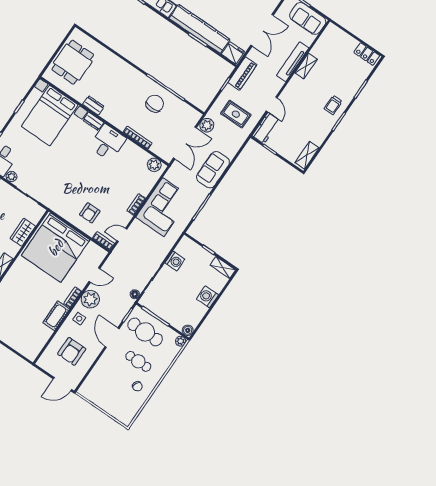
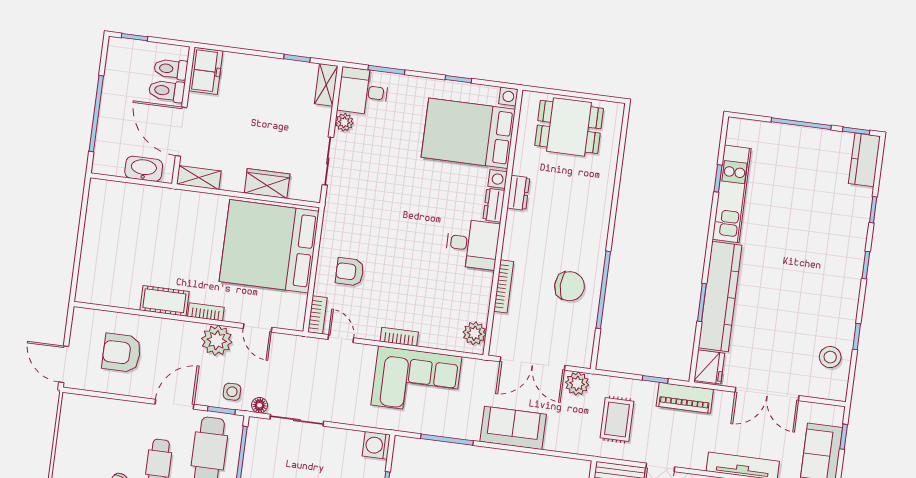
washing machine: (175, 261) -> (376, 445), moved, turned 90
side table: (79, 319) -> (232, 392), moved

